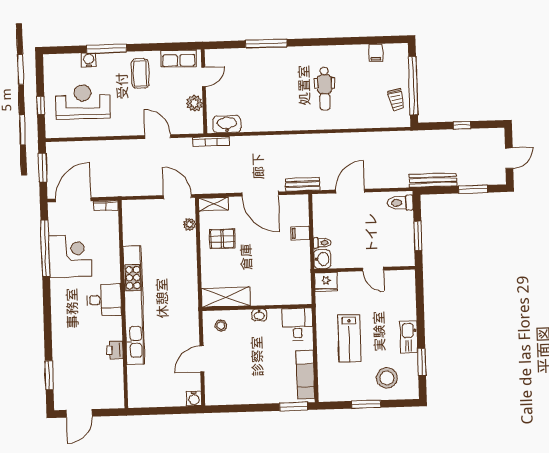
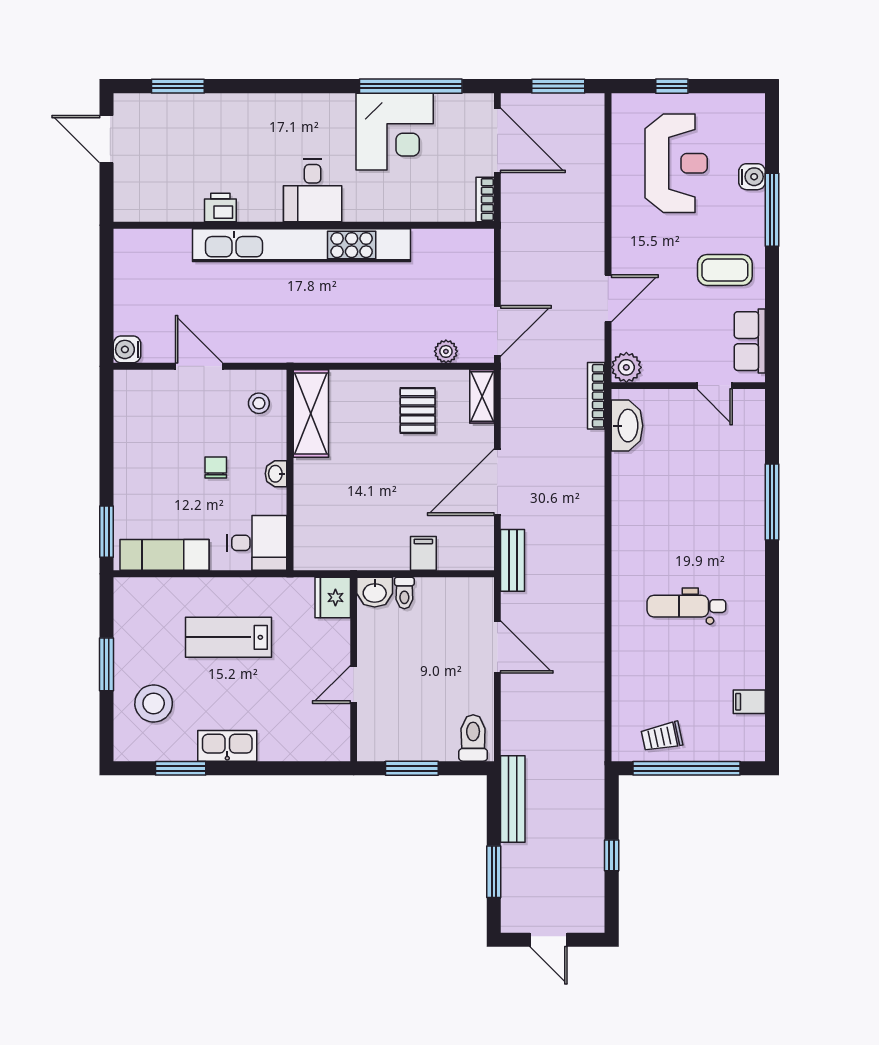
plant: (194, 103) -> (626, 367), moved
chair: (257, 348) -> (216, 467), added

